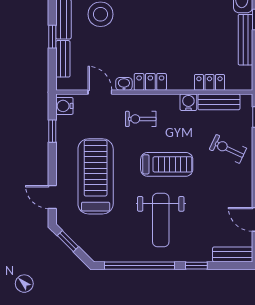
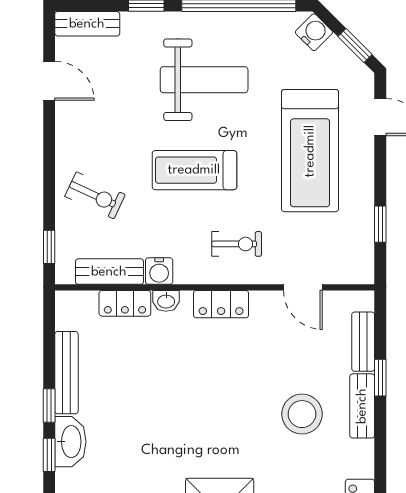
washbasin: (124, 84) -> (166, 301), moved
water cooler: (64, 106) -> (314, 32), moved, turned -45
weight bench: (161, 220) -> (204, 80), turned 90

